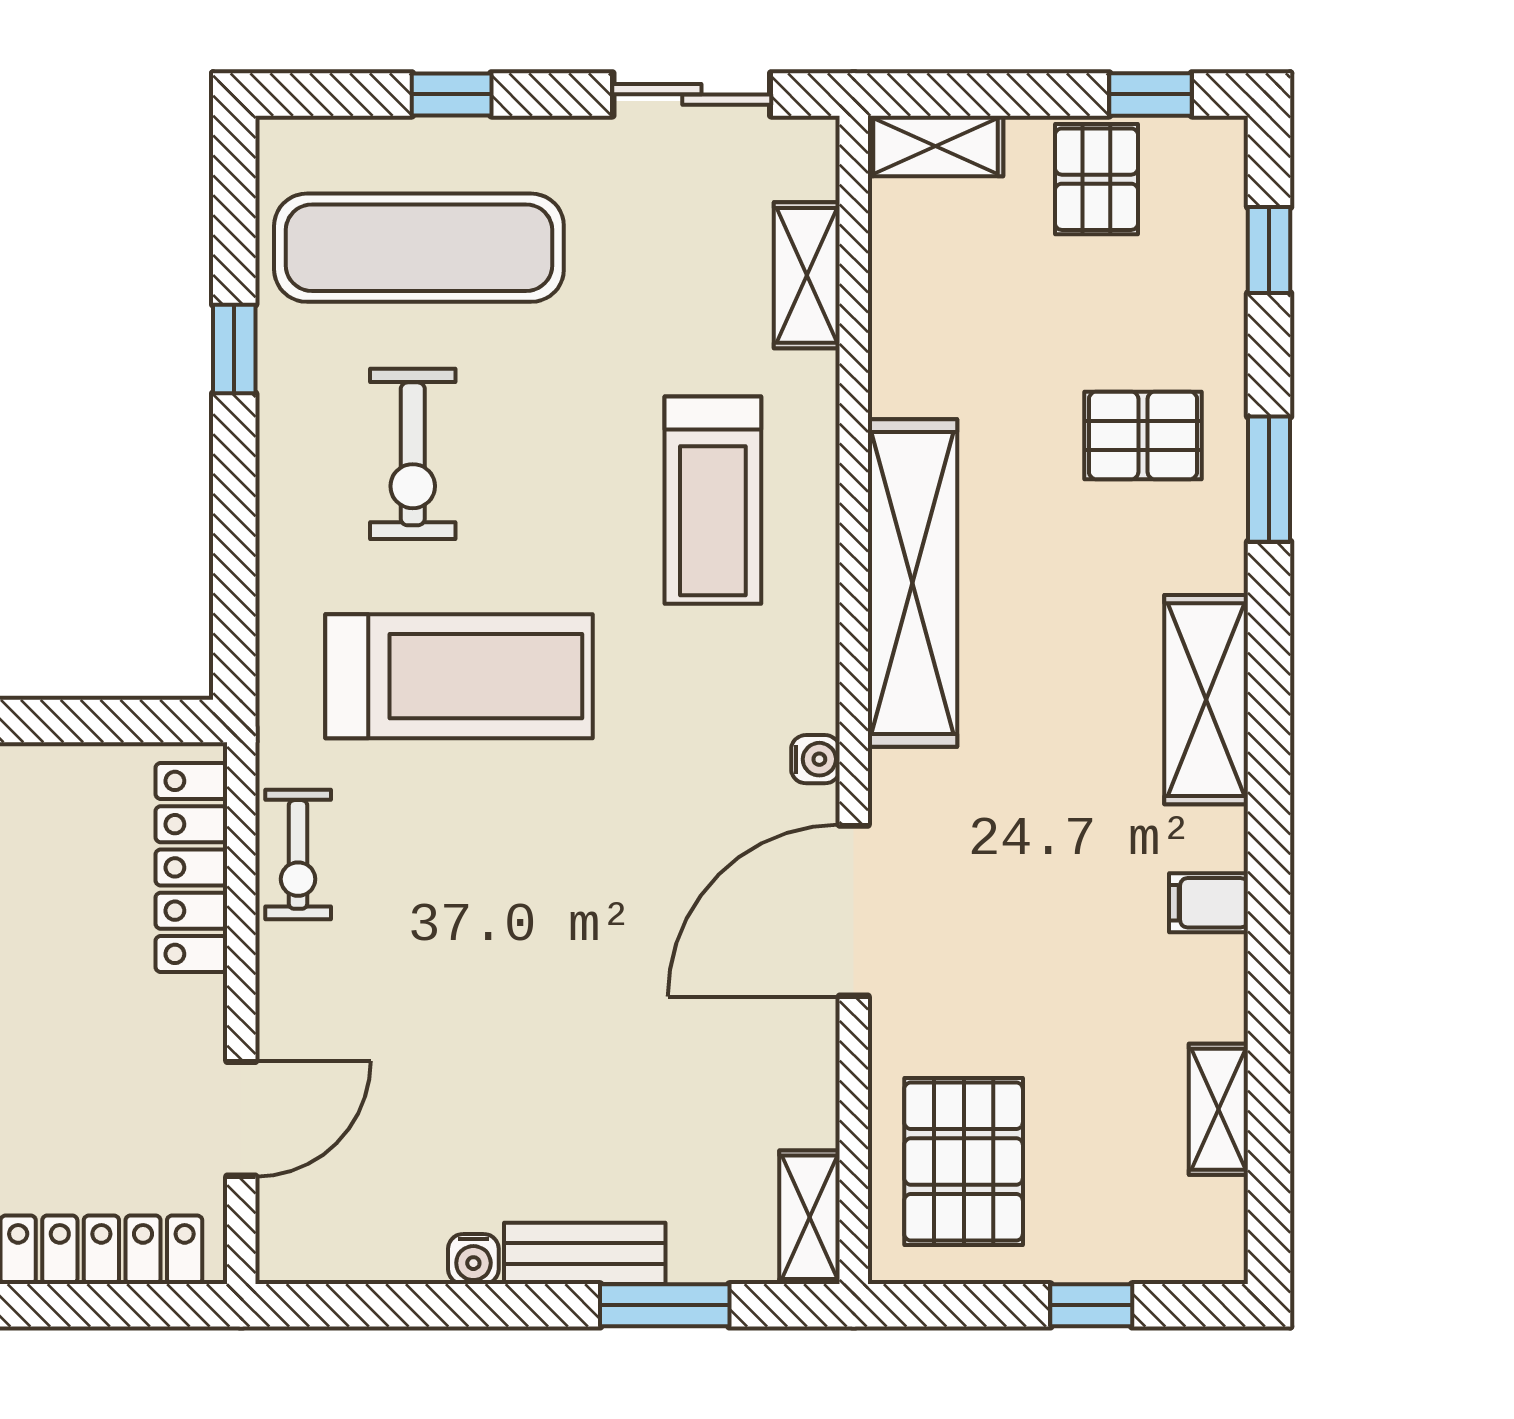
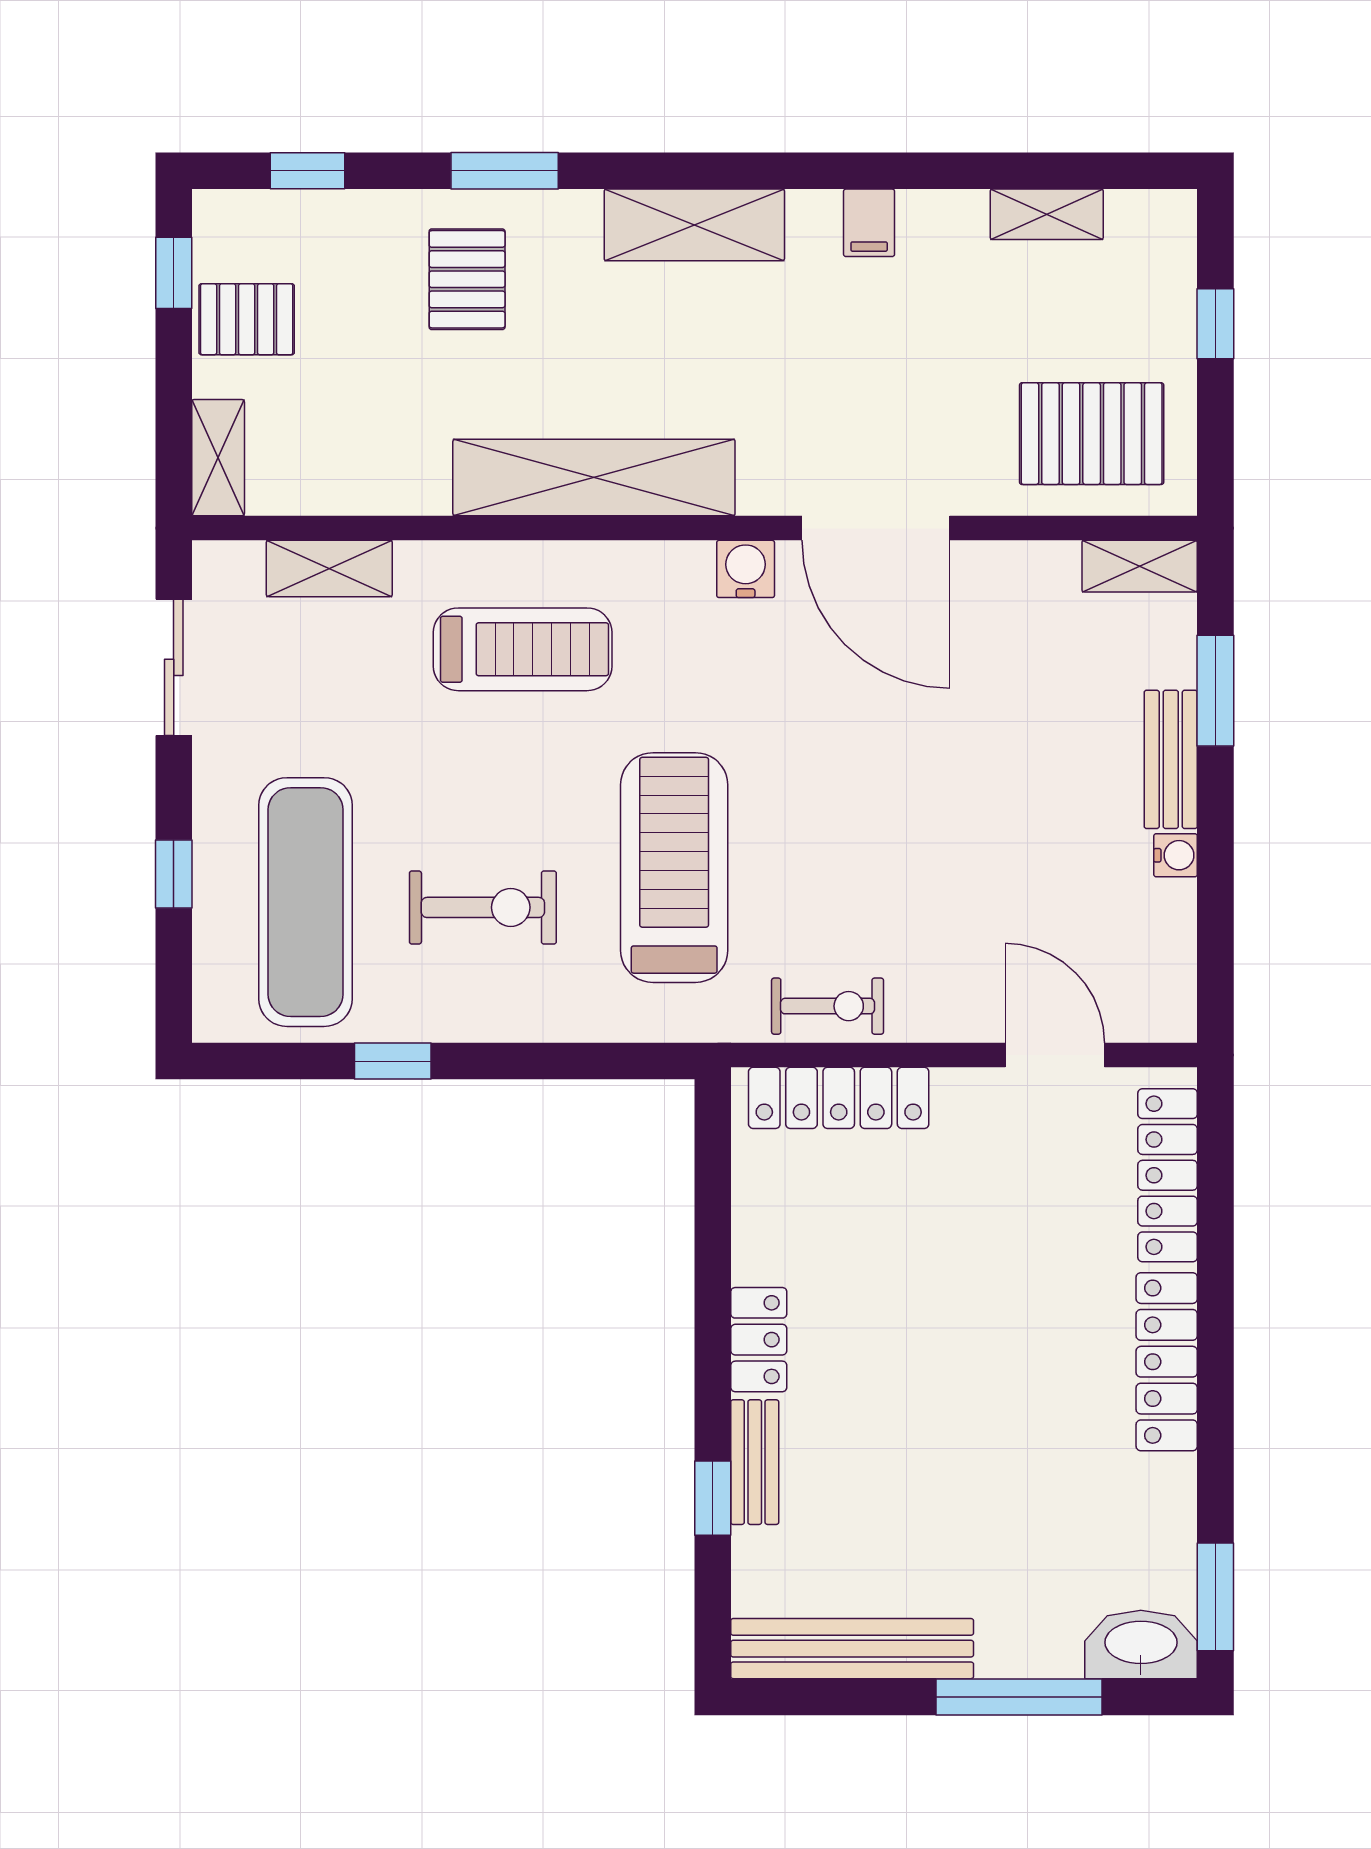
water cooler: (815, 759) -> (746, 569), width x1.38, depth x1.38

